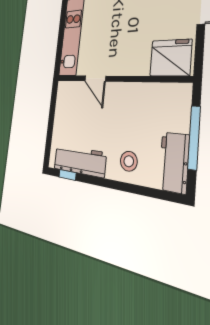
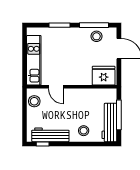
stool: (65, 102) -> (34, 101), added
workbench: (174, 162) -> (109, 122), width x1.37

